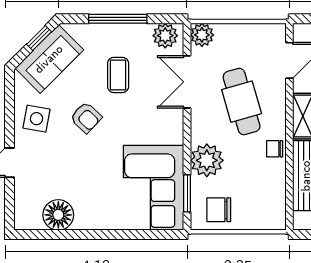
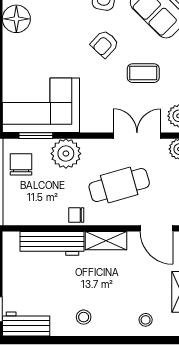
chair: (275, 149) -> (76, 215), turned -90

